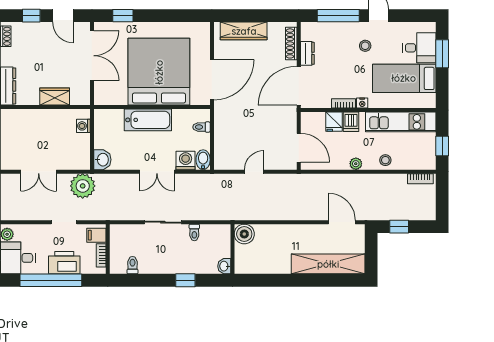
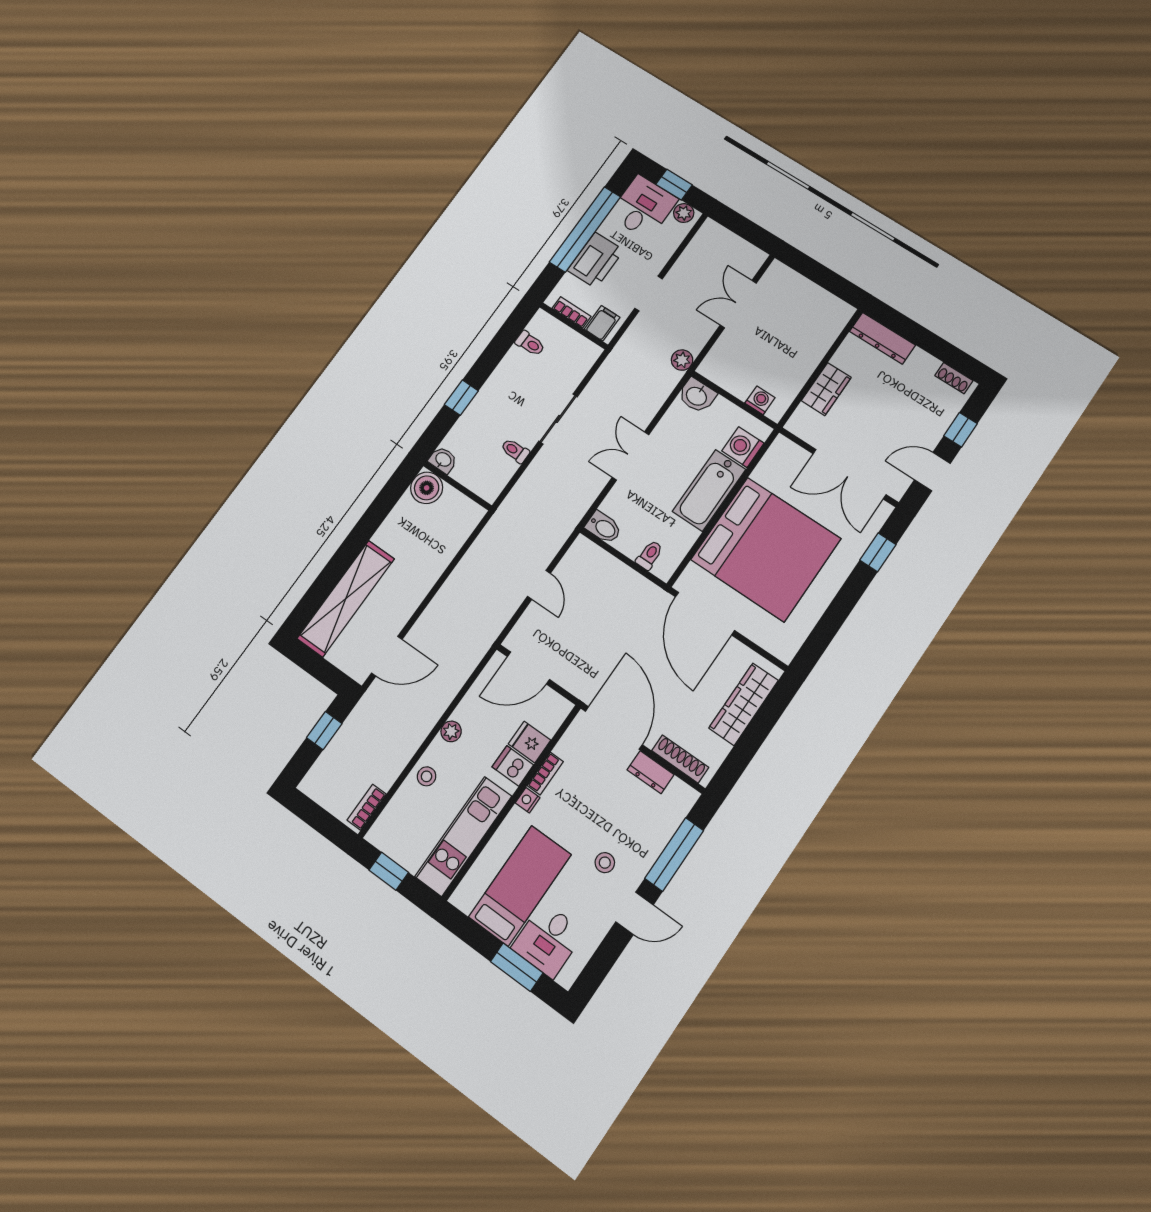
washing machine: (186, 160) -> (743, 447), moved, turned 180
plant: (83, 186) -> (682, 360), width x0.53, depth x0.53
boiler: (244, 234) -> (427, 488), moved

